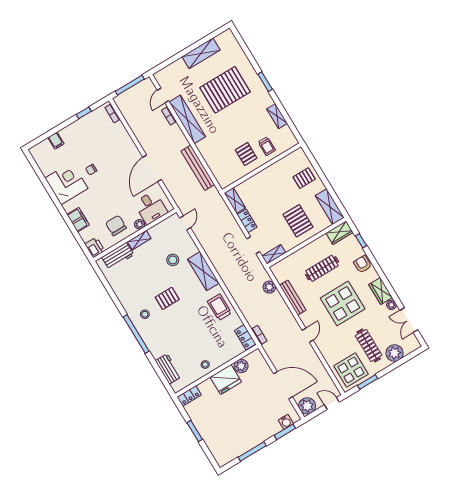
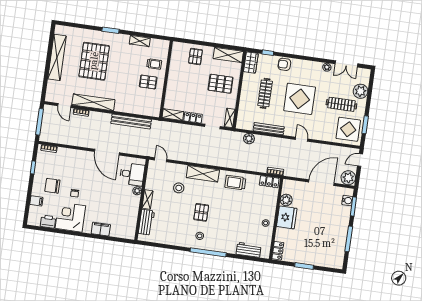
shelving: (201, 53) -> (57, 57), width x1.47
chair: (116, 225) -> (52, 186), moved
printer: (95, 247) -> (48, 222), moved
wardrobe: (381, 291) -> (312, 67), removed

